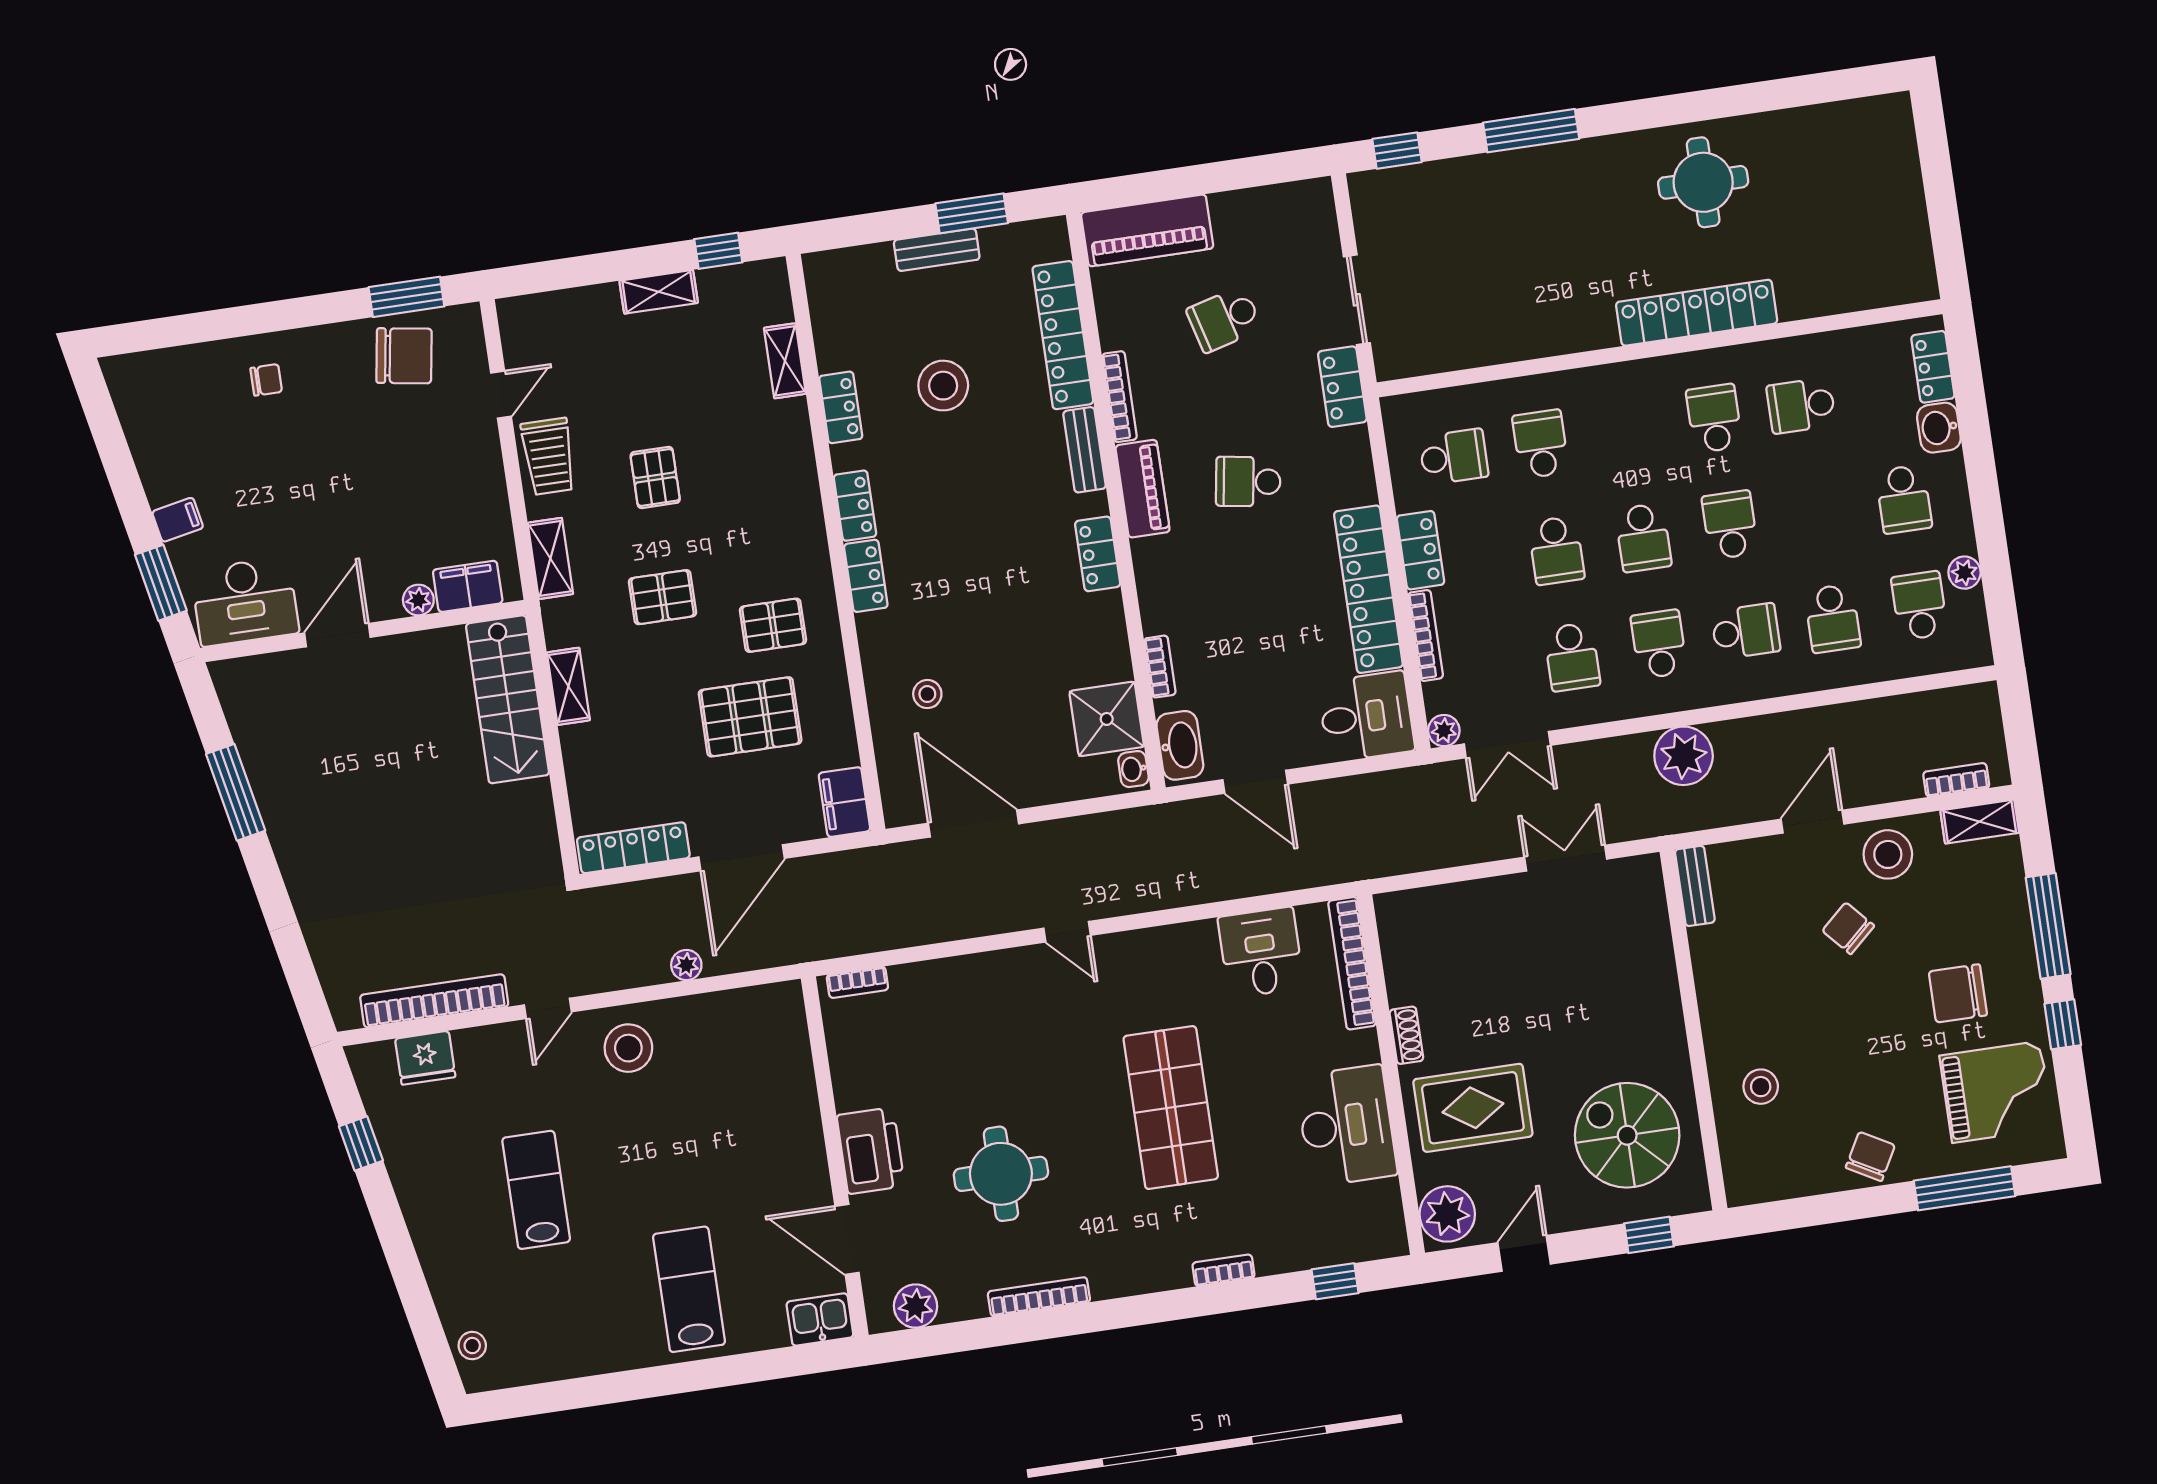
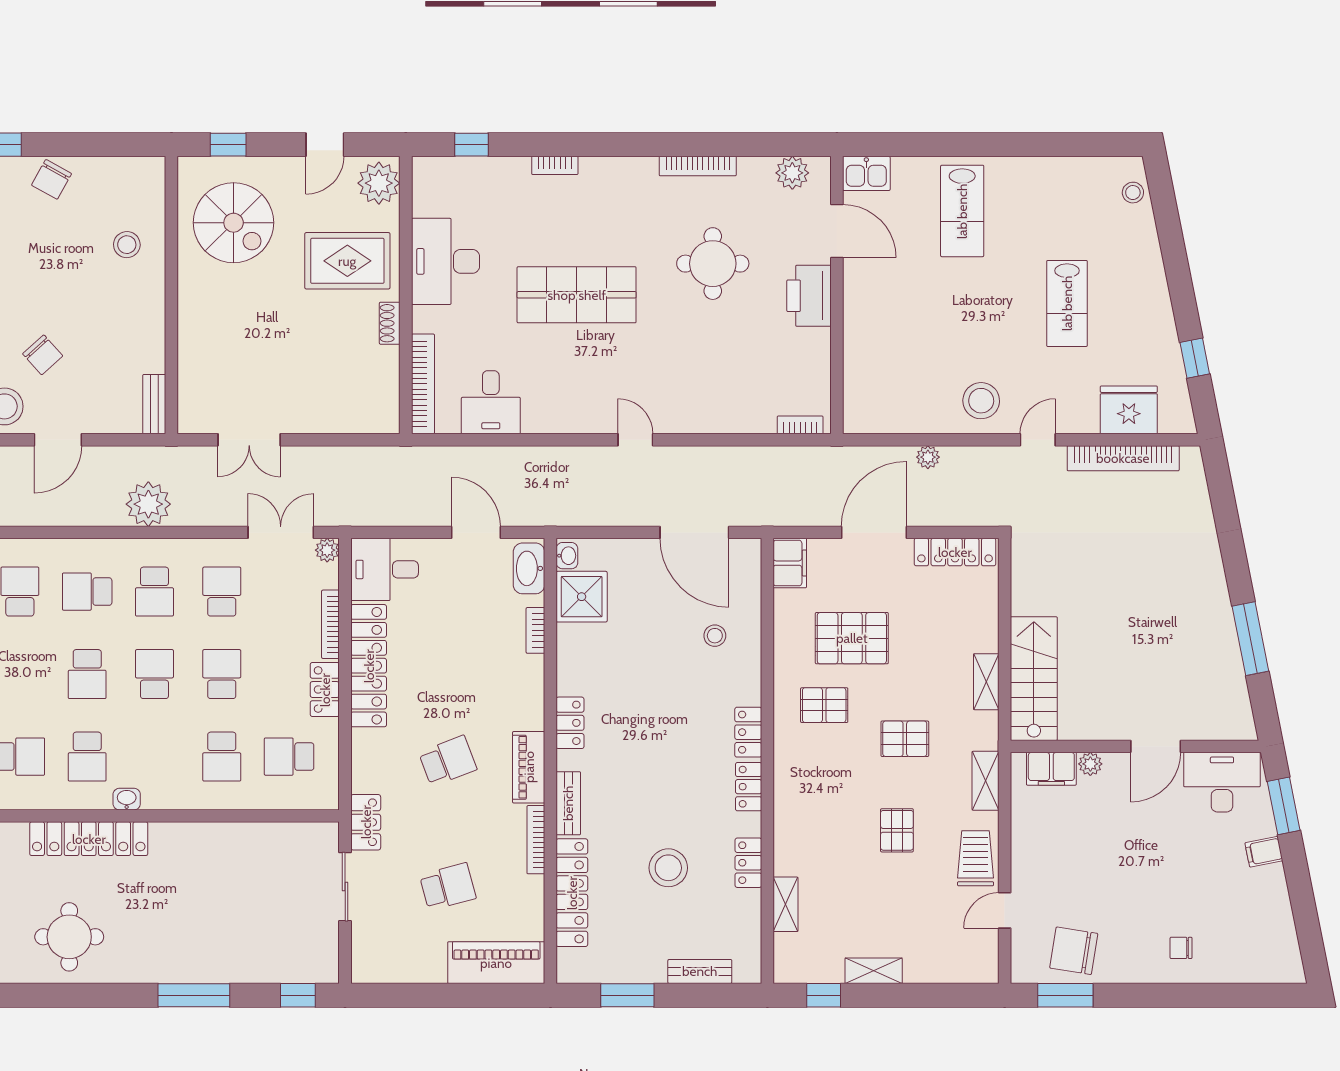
bench: (937, 250) -> (700, 971), moved
washbasin: (1655, 371) -> (127, 799), added
school desk: (1248, 482) -> (448, 761), turned -30
fridge: (425, 1058) -> (1129, 410), width x1.36, depth x1.34
shop shelf: (1171, 1108) -> (577, 295), turned 90

